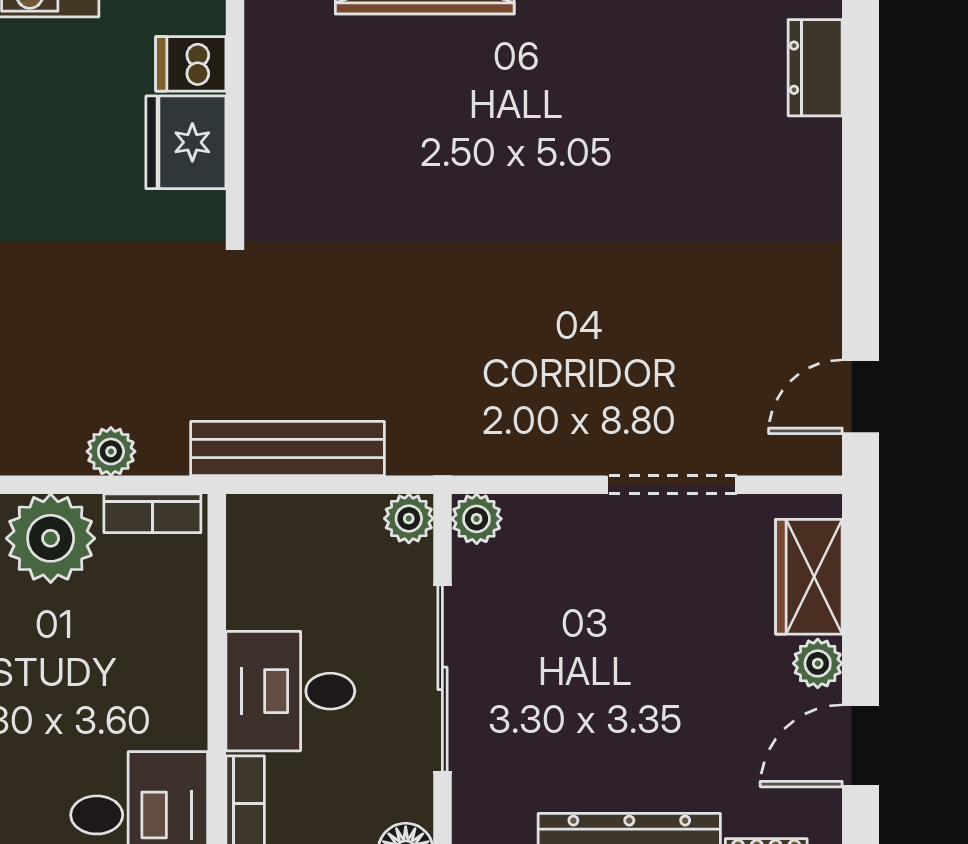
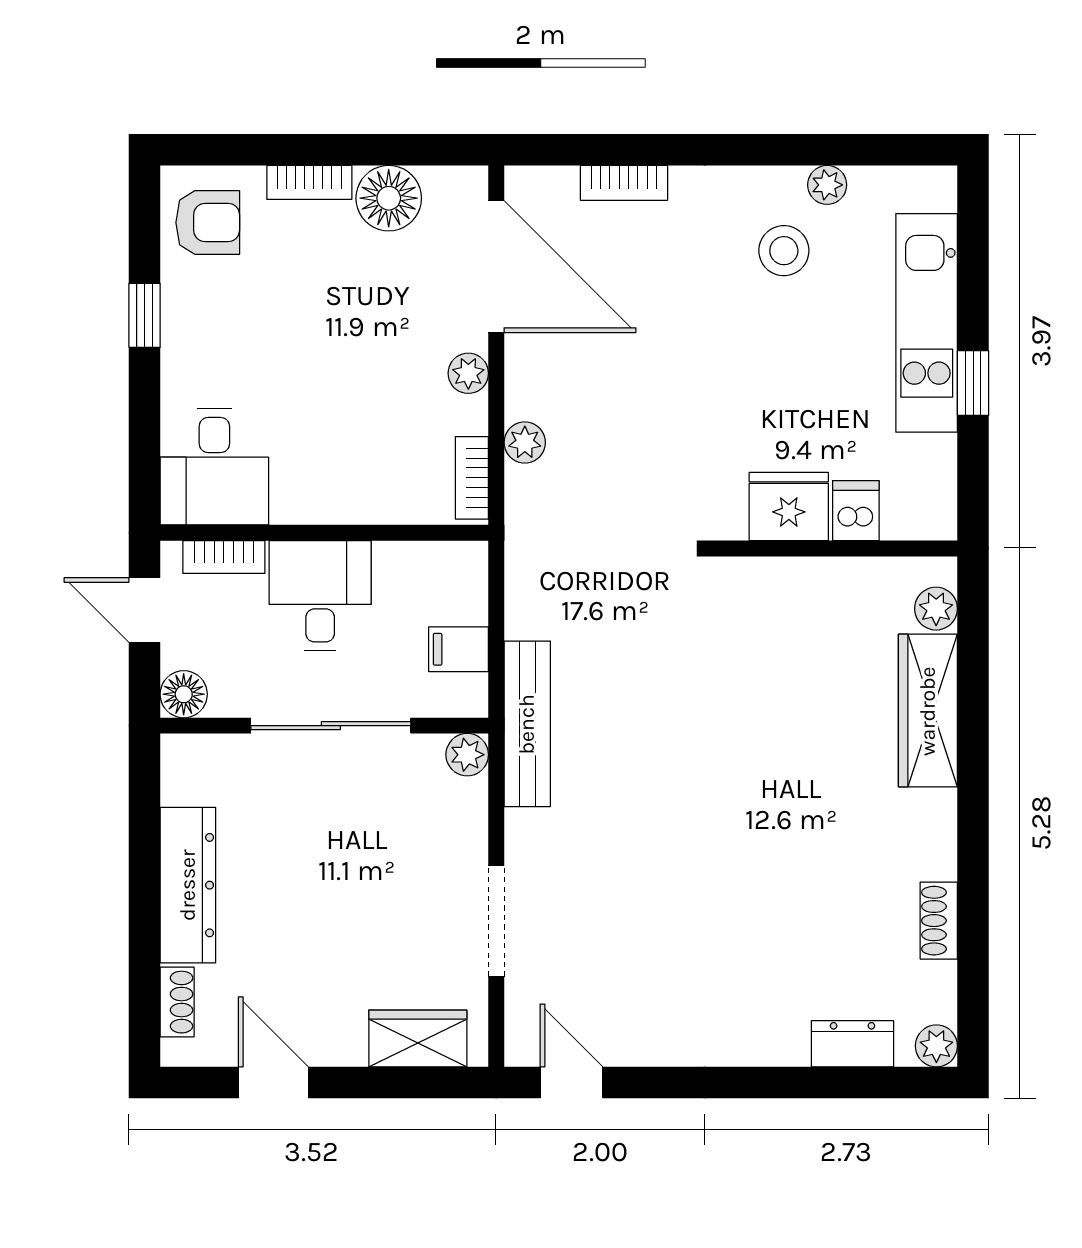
bench: (288, 449) -> (527, 724), moved
plant: (409, 518) -> (468, 697), removed
filing cabinet: (353, 529) -> (459, 649), added
plant: (51, 538) -> (468, 373), width x0.53, depth x0.53
plant: (818, 663) -> (344, 1046), removed

